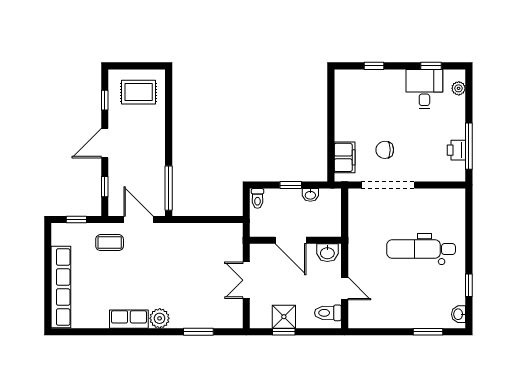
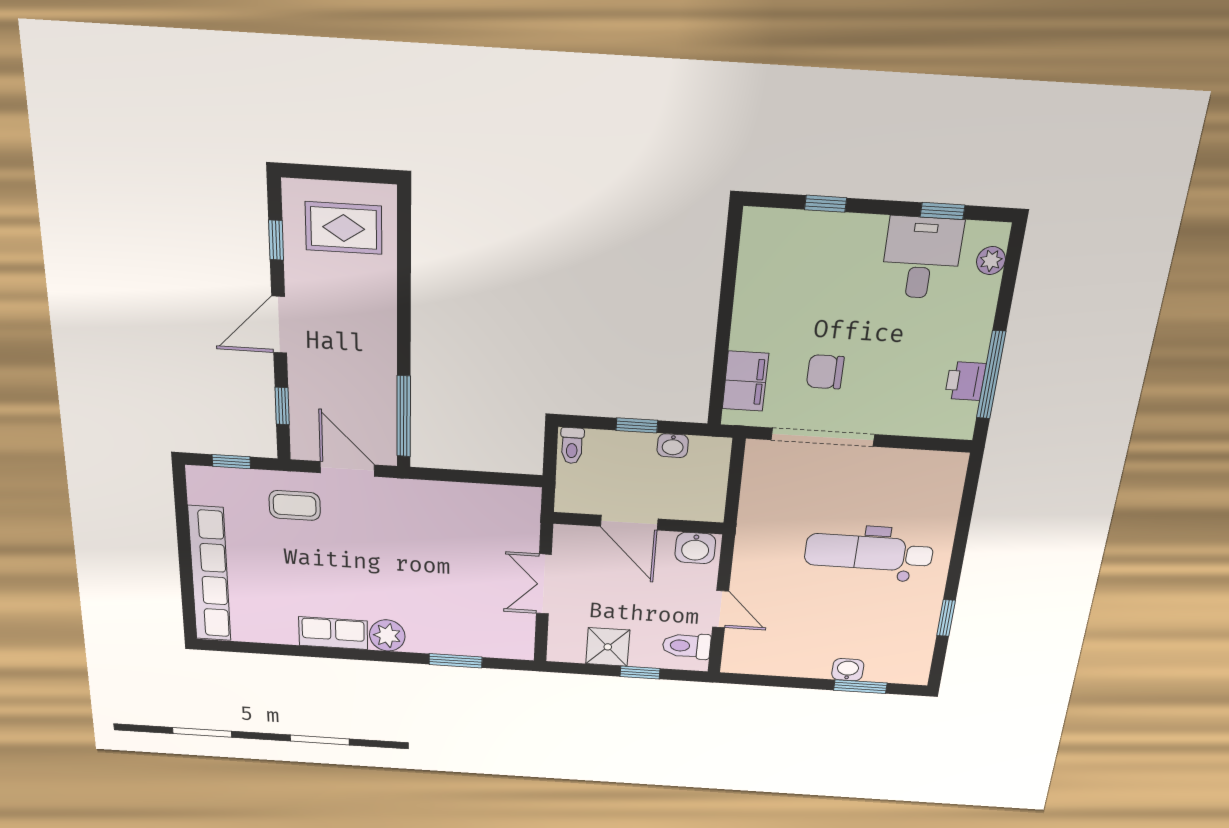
washbasin: (459, 314) -> (848, 670), moved, turned 90
window: (284, 332) -> (640, 673), moved

